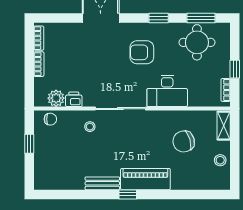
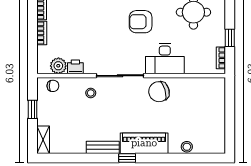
shelving: (224, 126) -> (43, 140), moved
chair: (184, 141) -> (159, 92), moved
stool: (220, 160) -> (187, 147), moved

